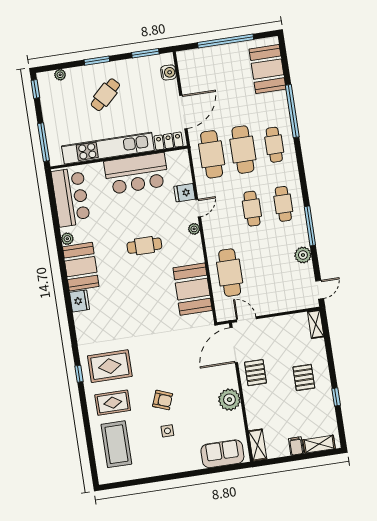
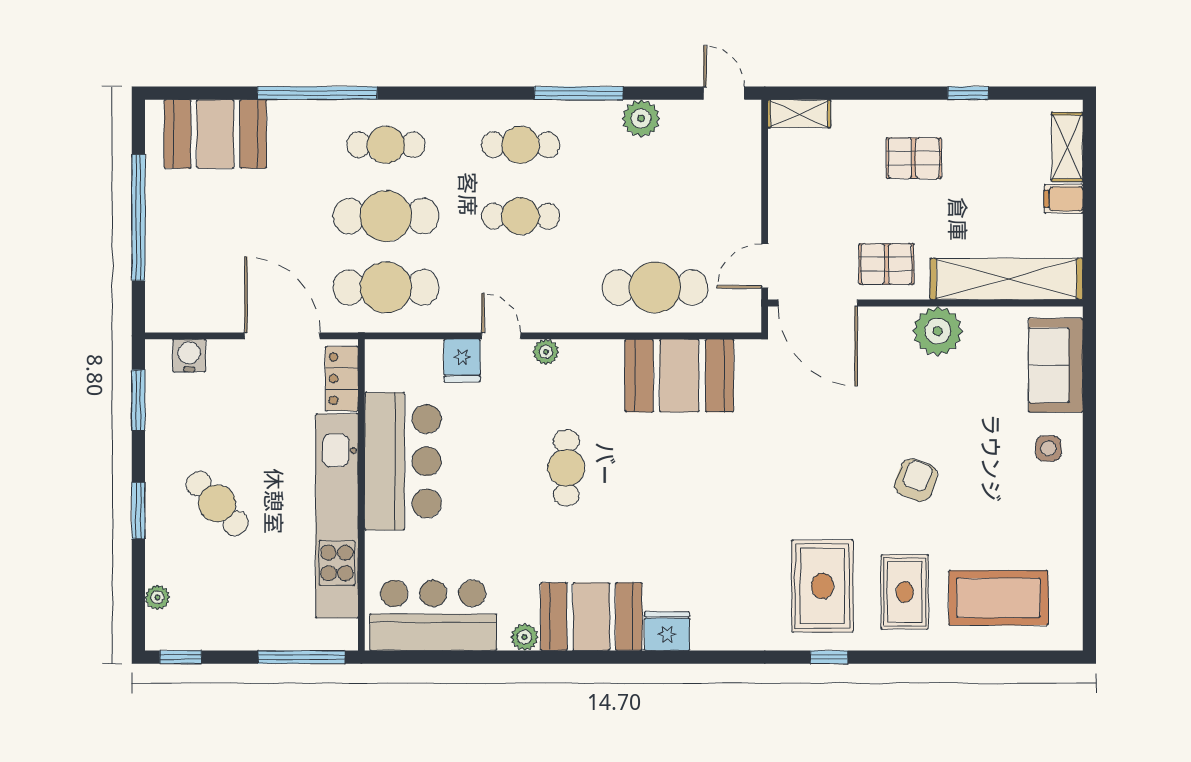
side table: (167, 431) -> (1048, 448), moved
shelving: (258, 445) -> (1007, 279), width x2.20, depth x1.33

